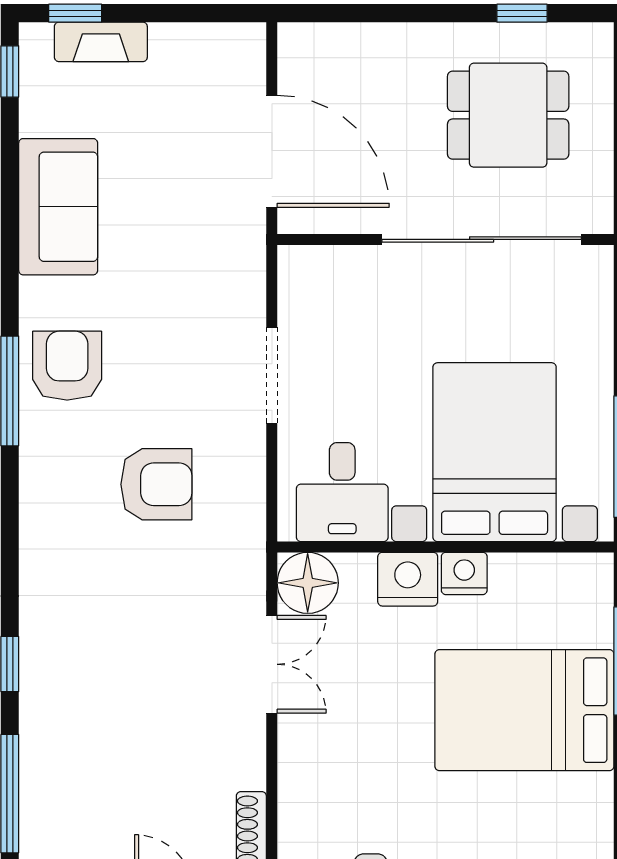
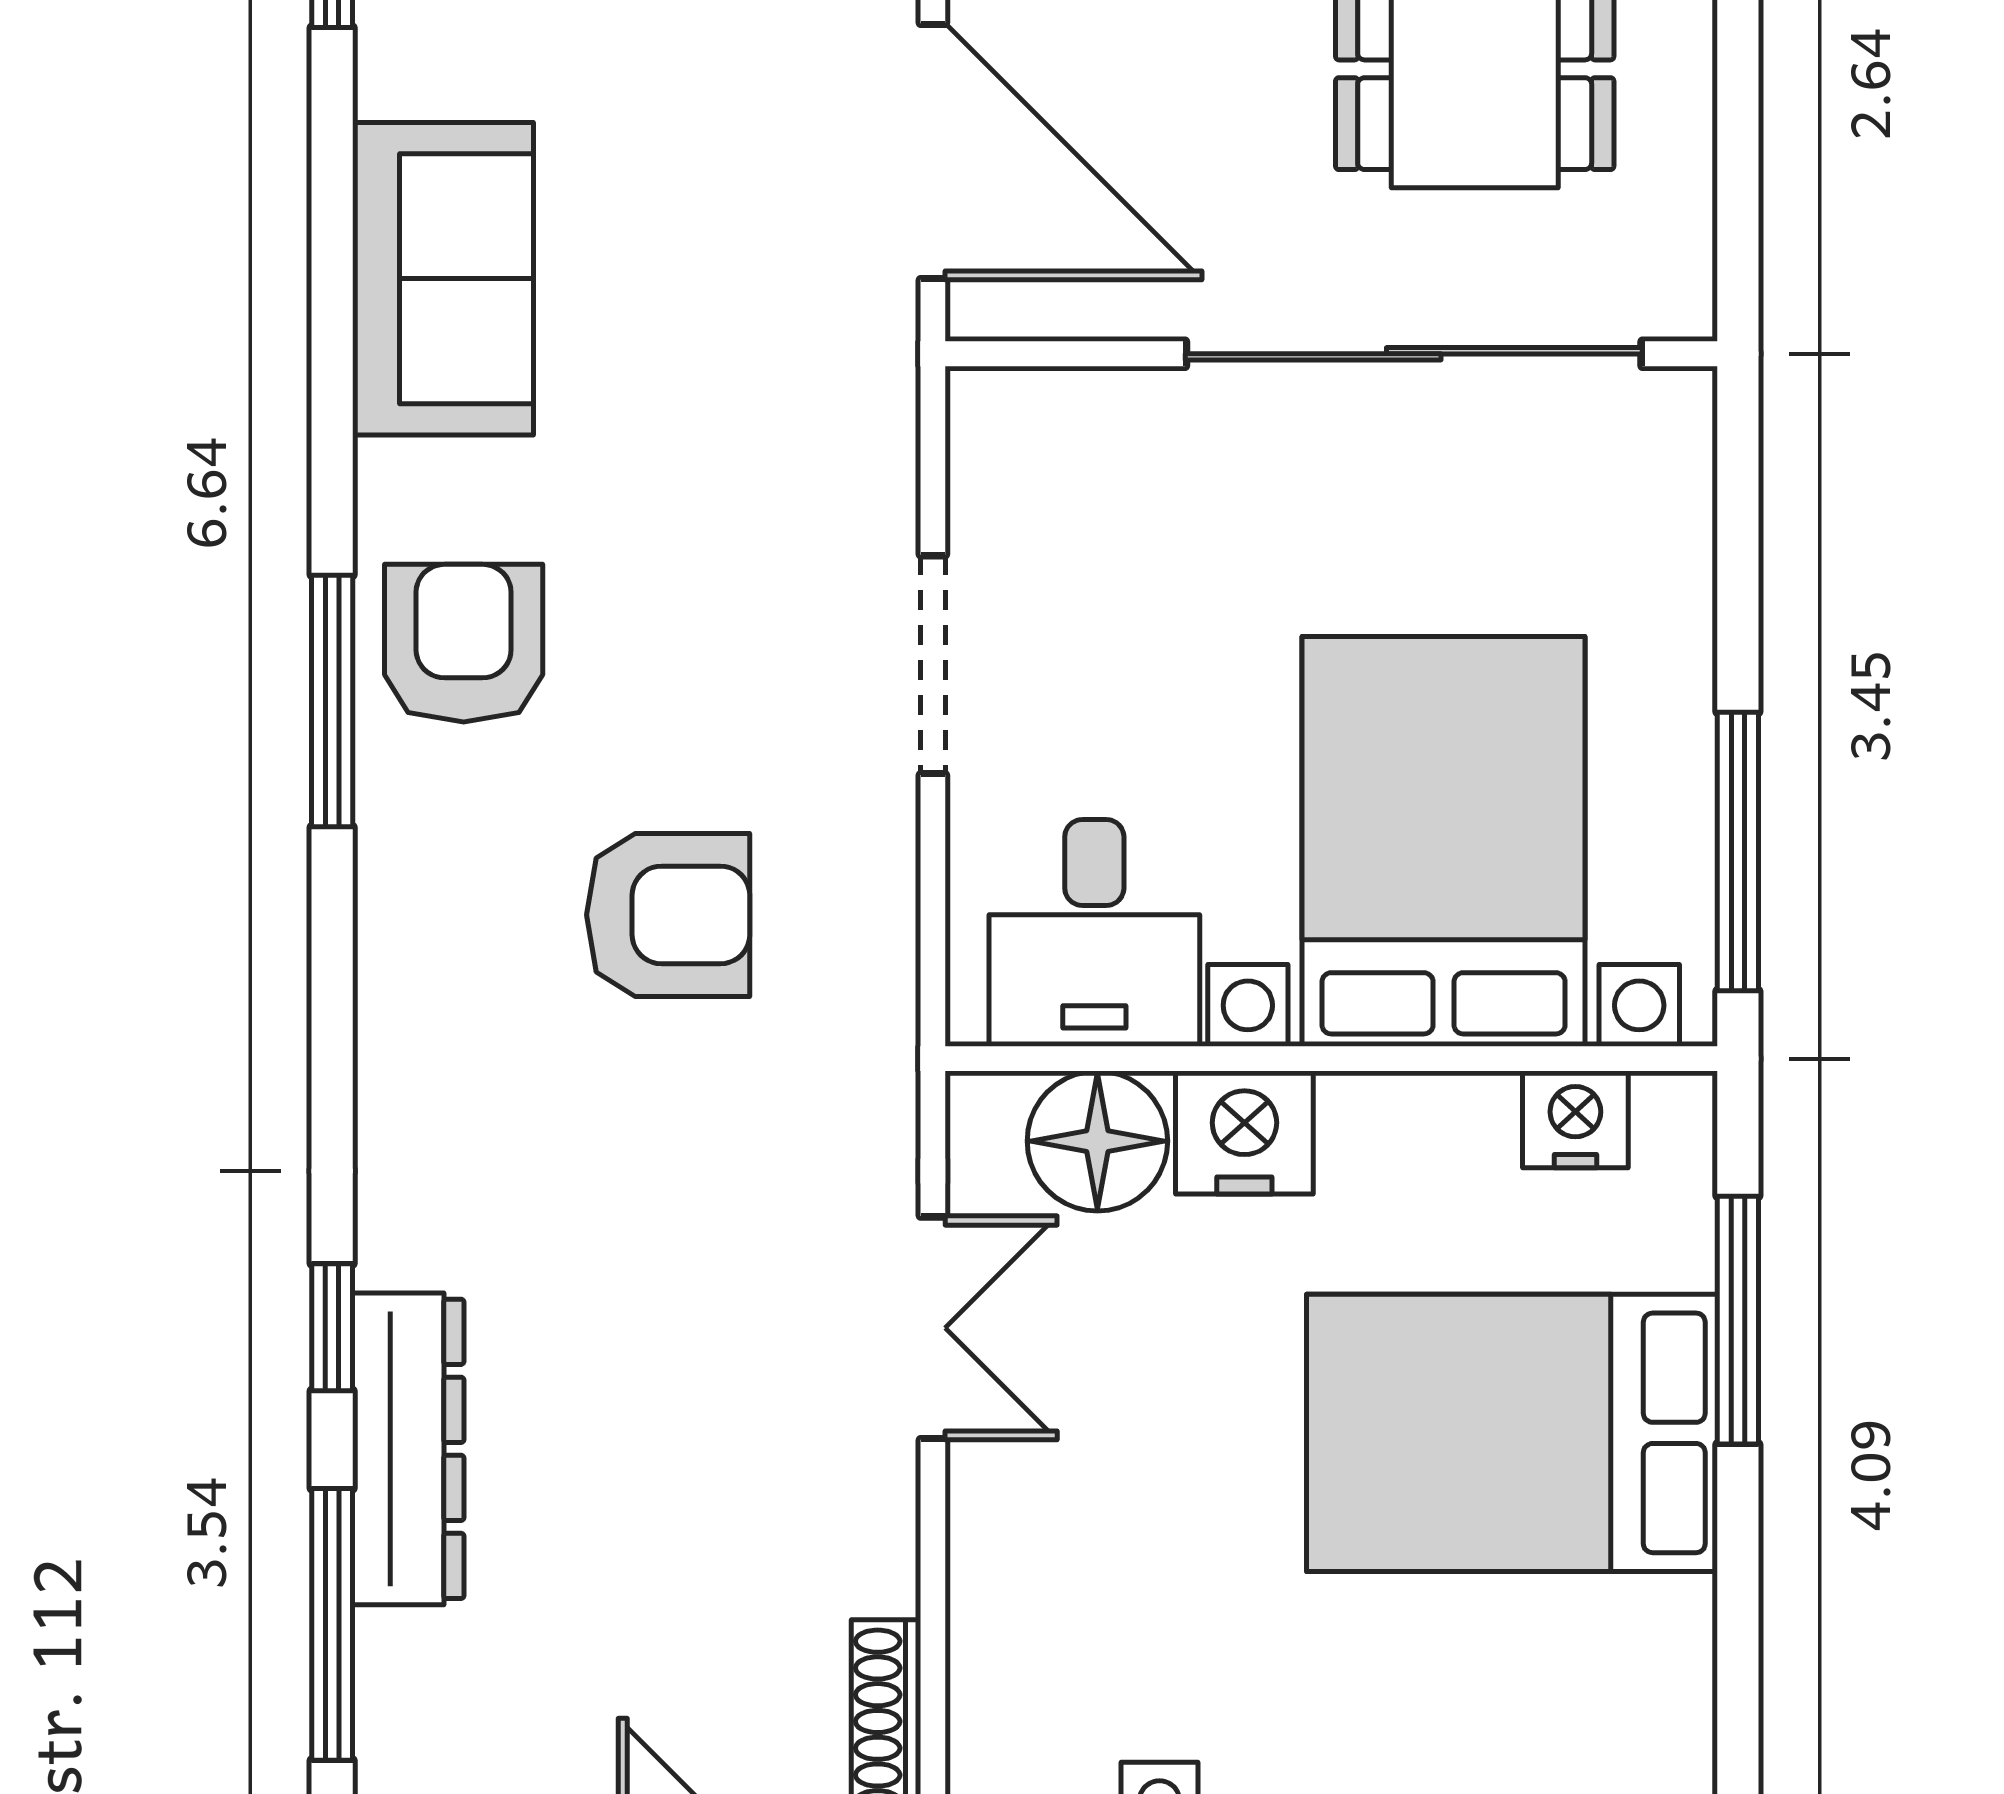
nightstand: (464, 573) -> (1575, 1119), moved
floor lamp: (308, 583) -> (1097, 1141), moved
dresser: (43, 717) -> (408, 1449), added

